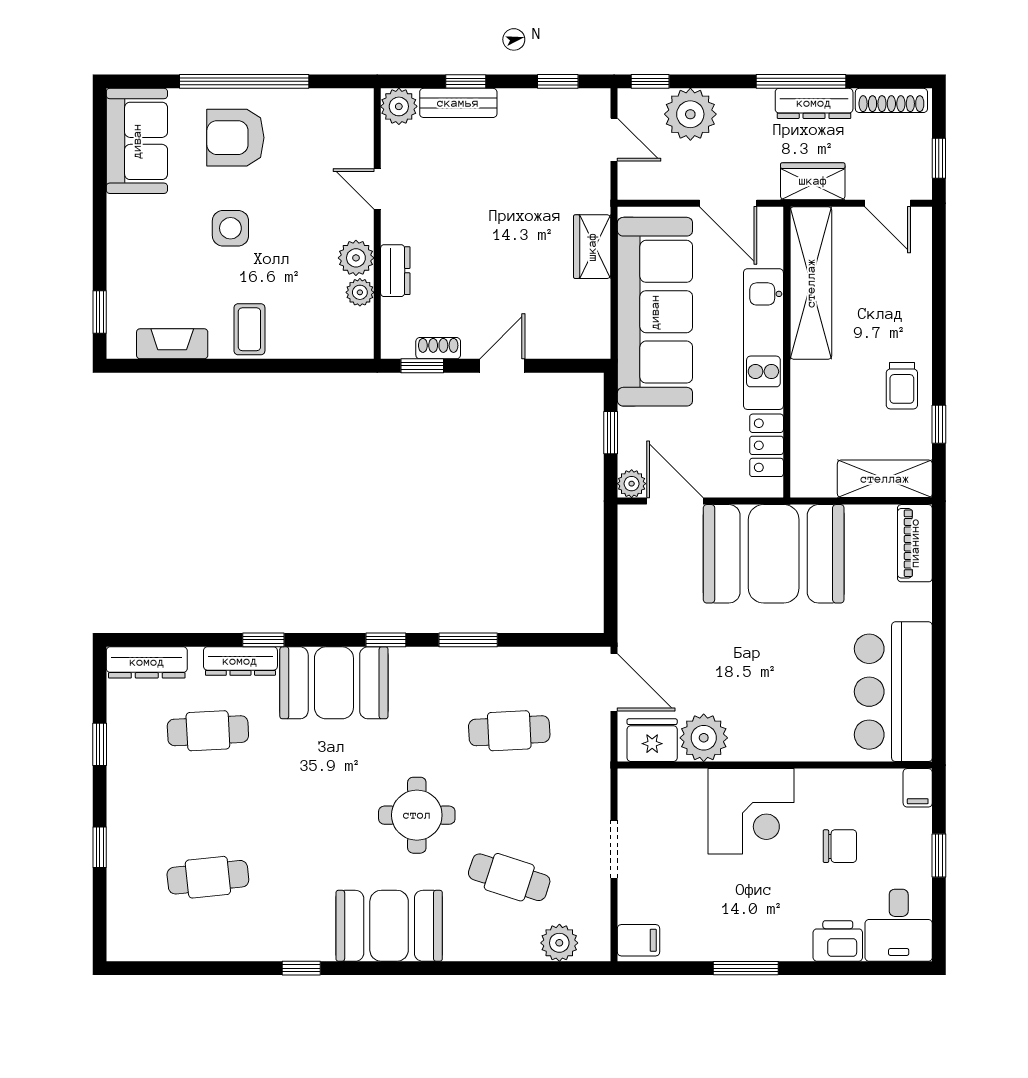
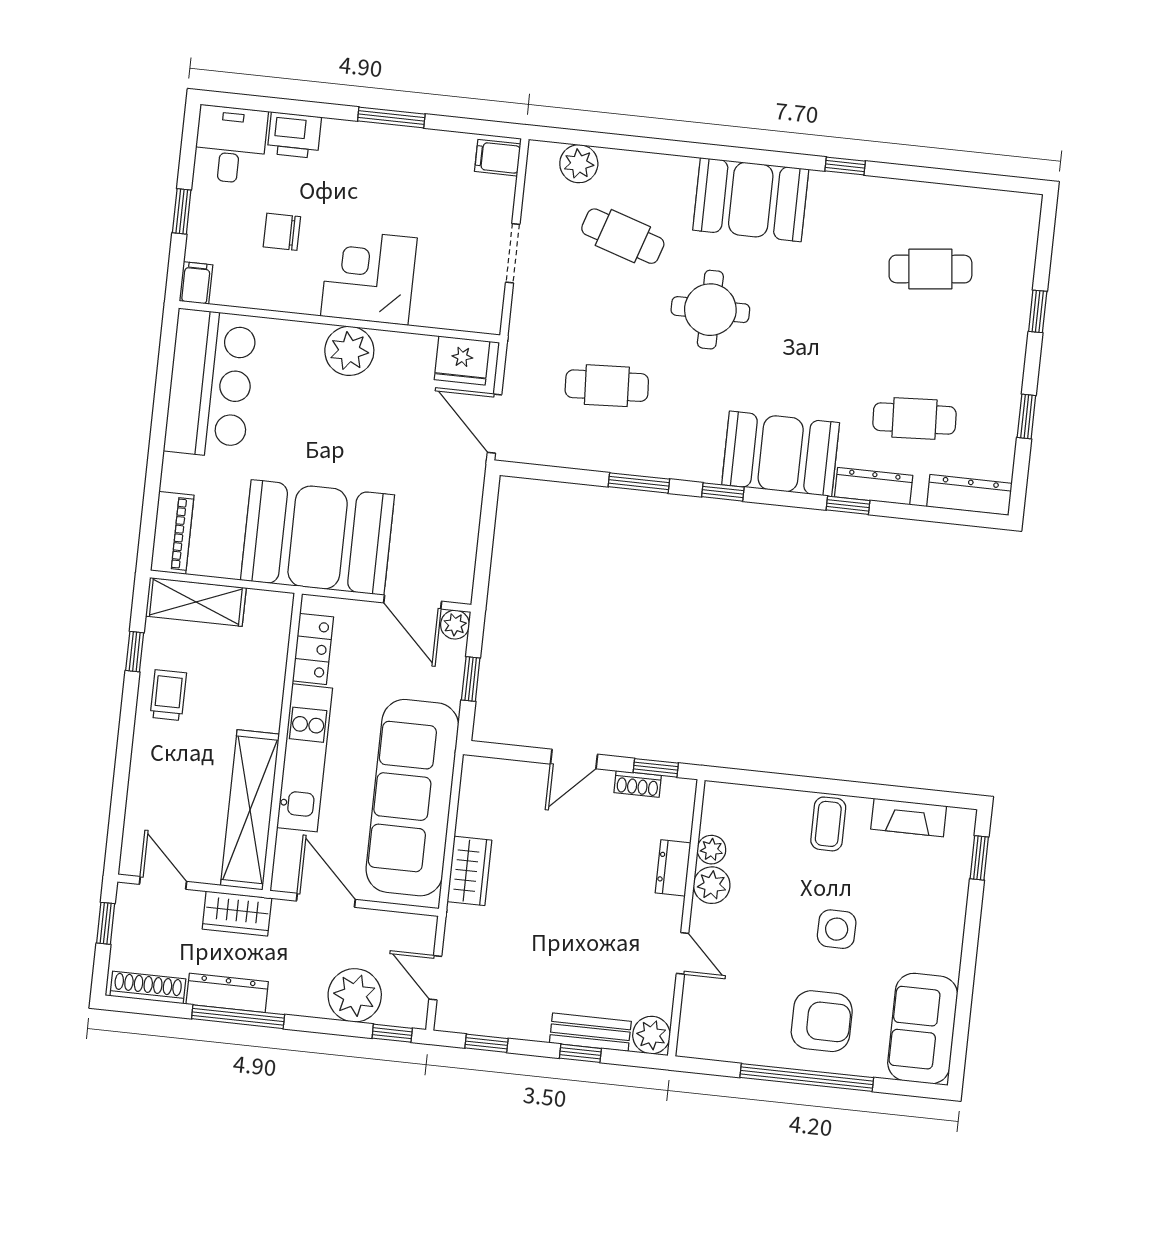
plant: (704, 738) -> (349, 351), moved

